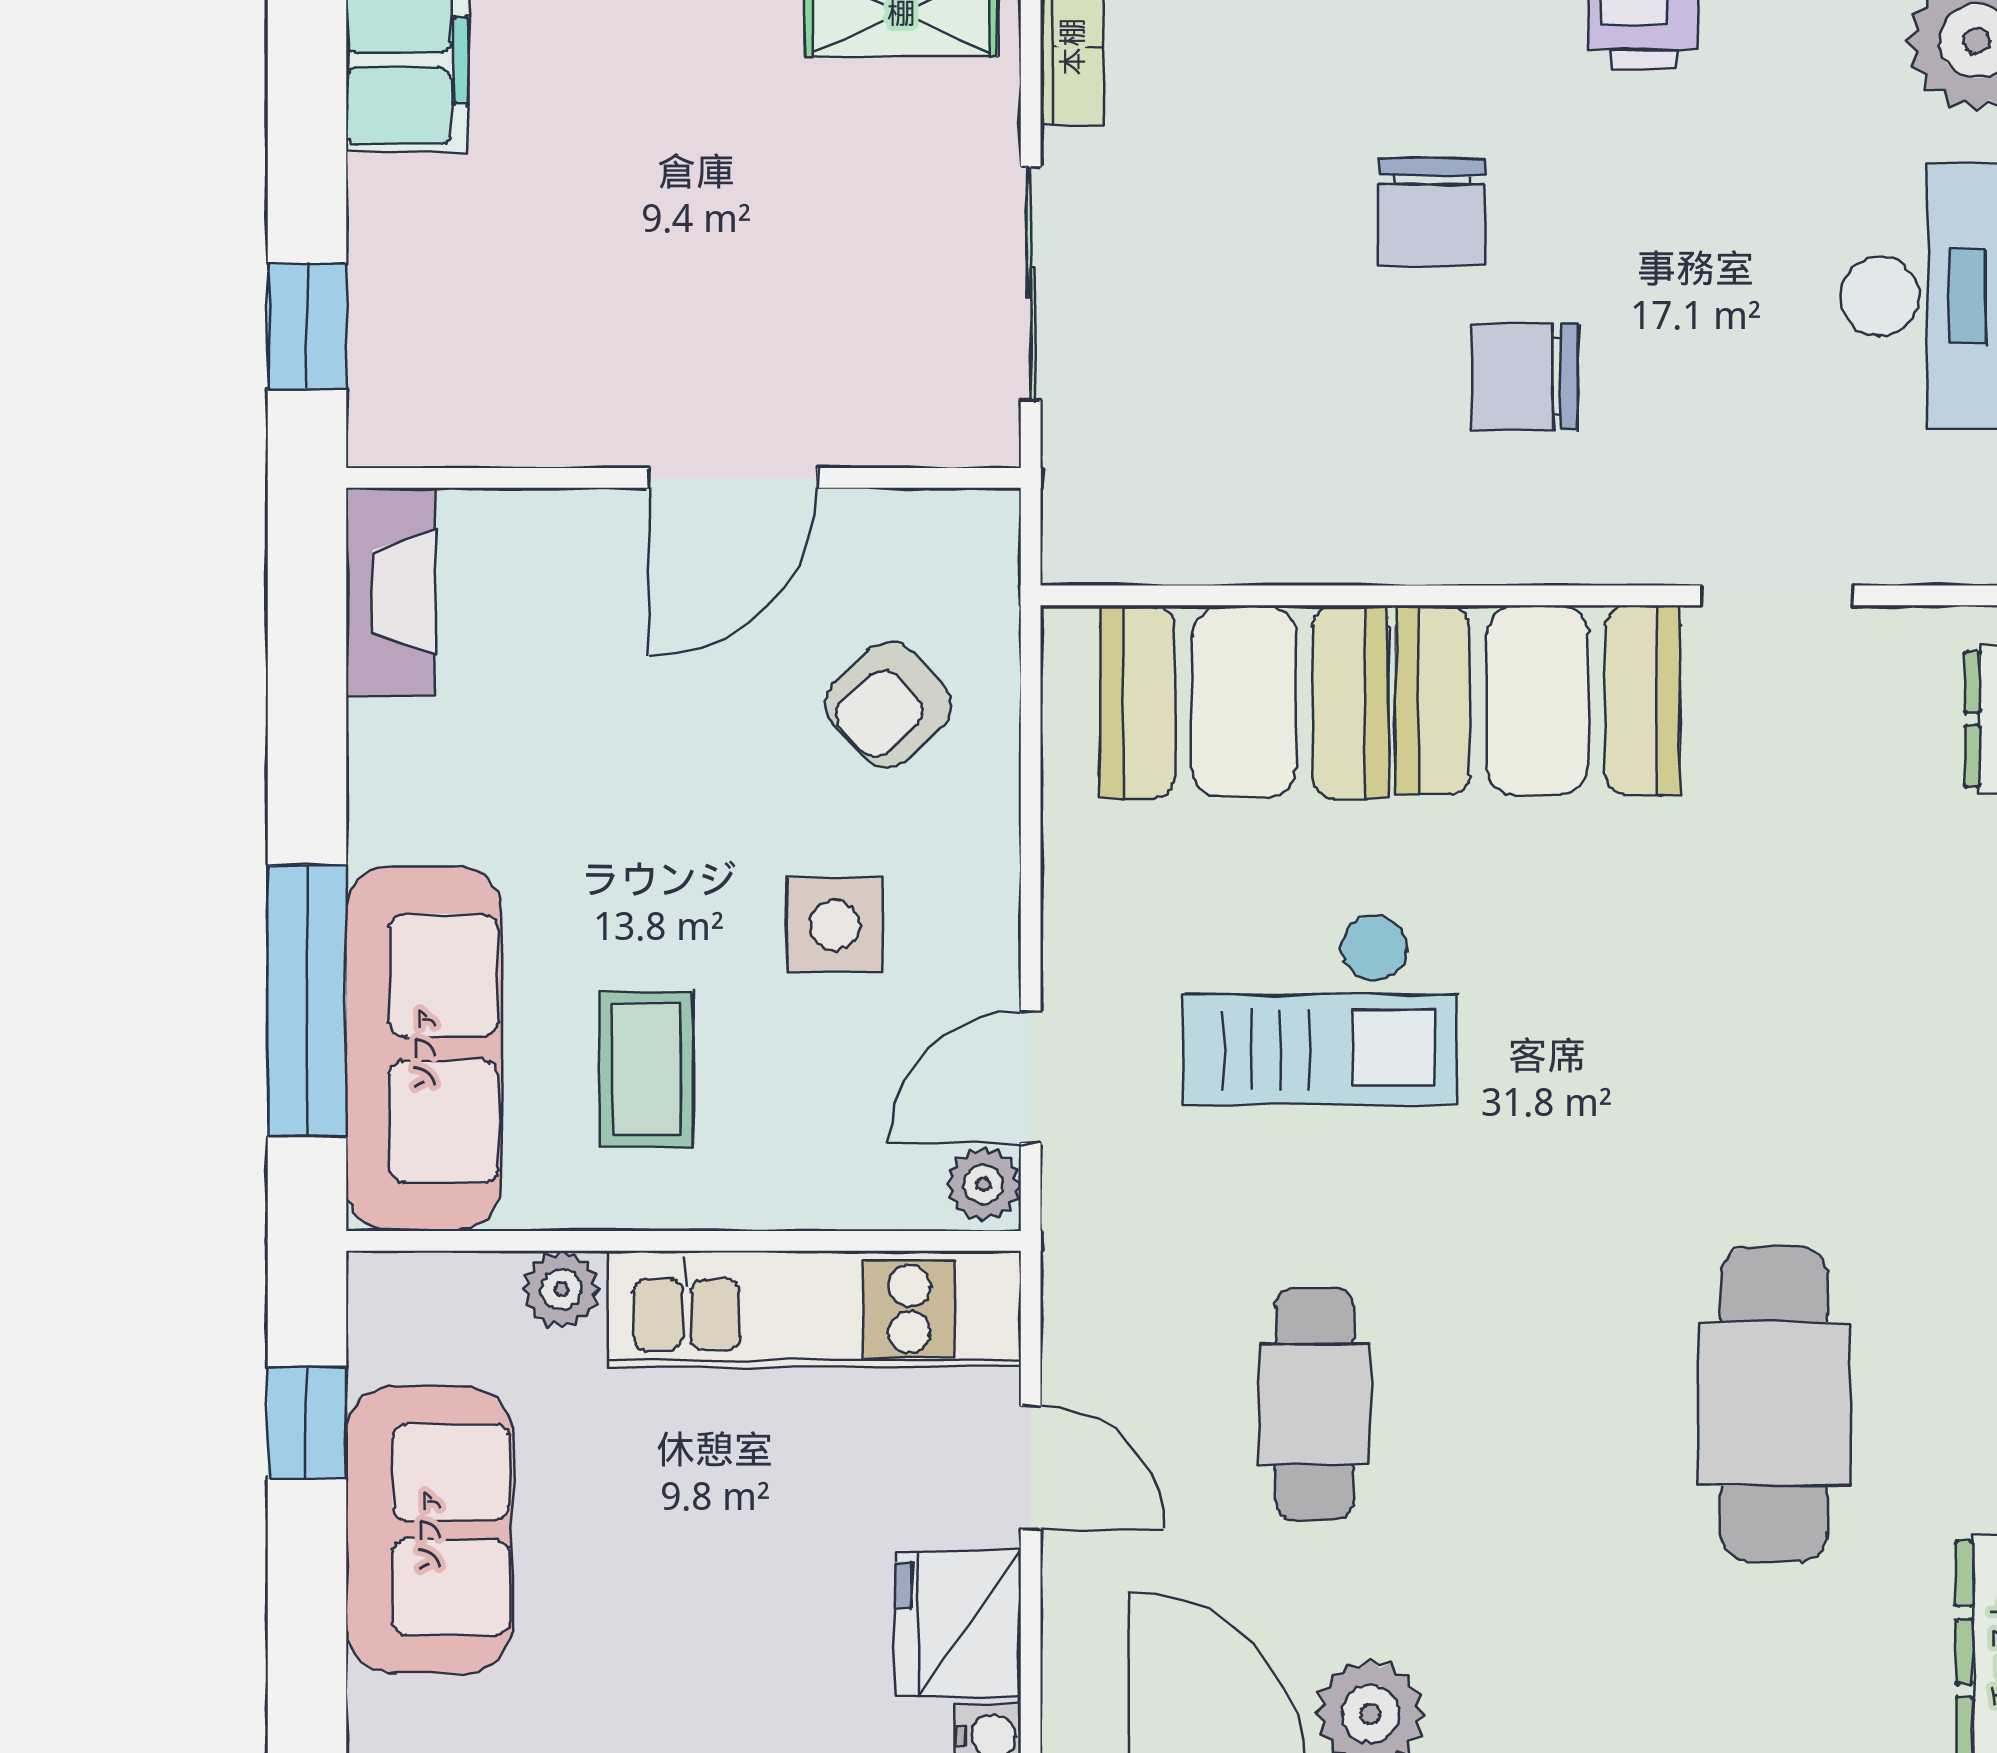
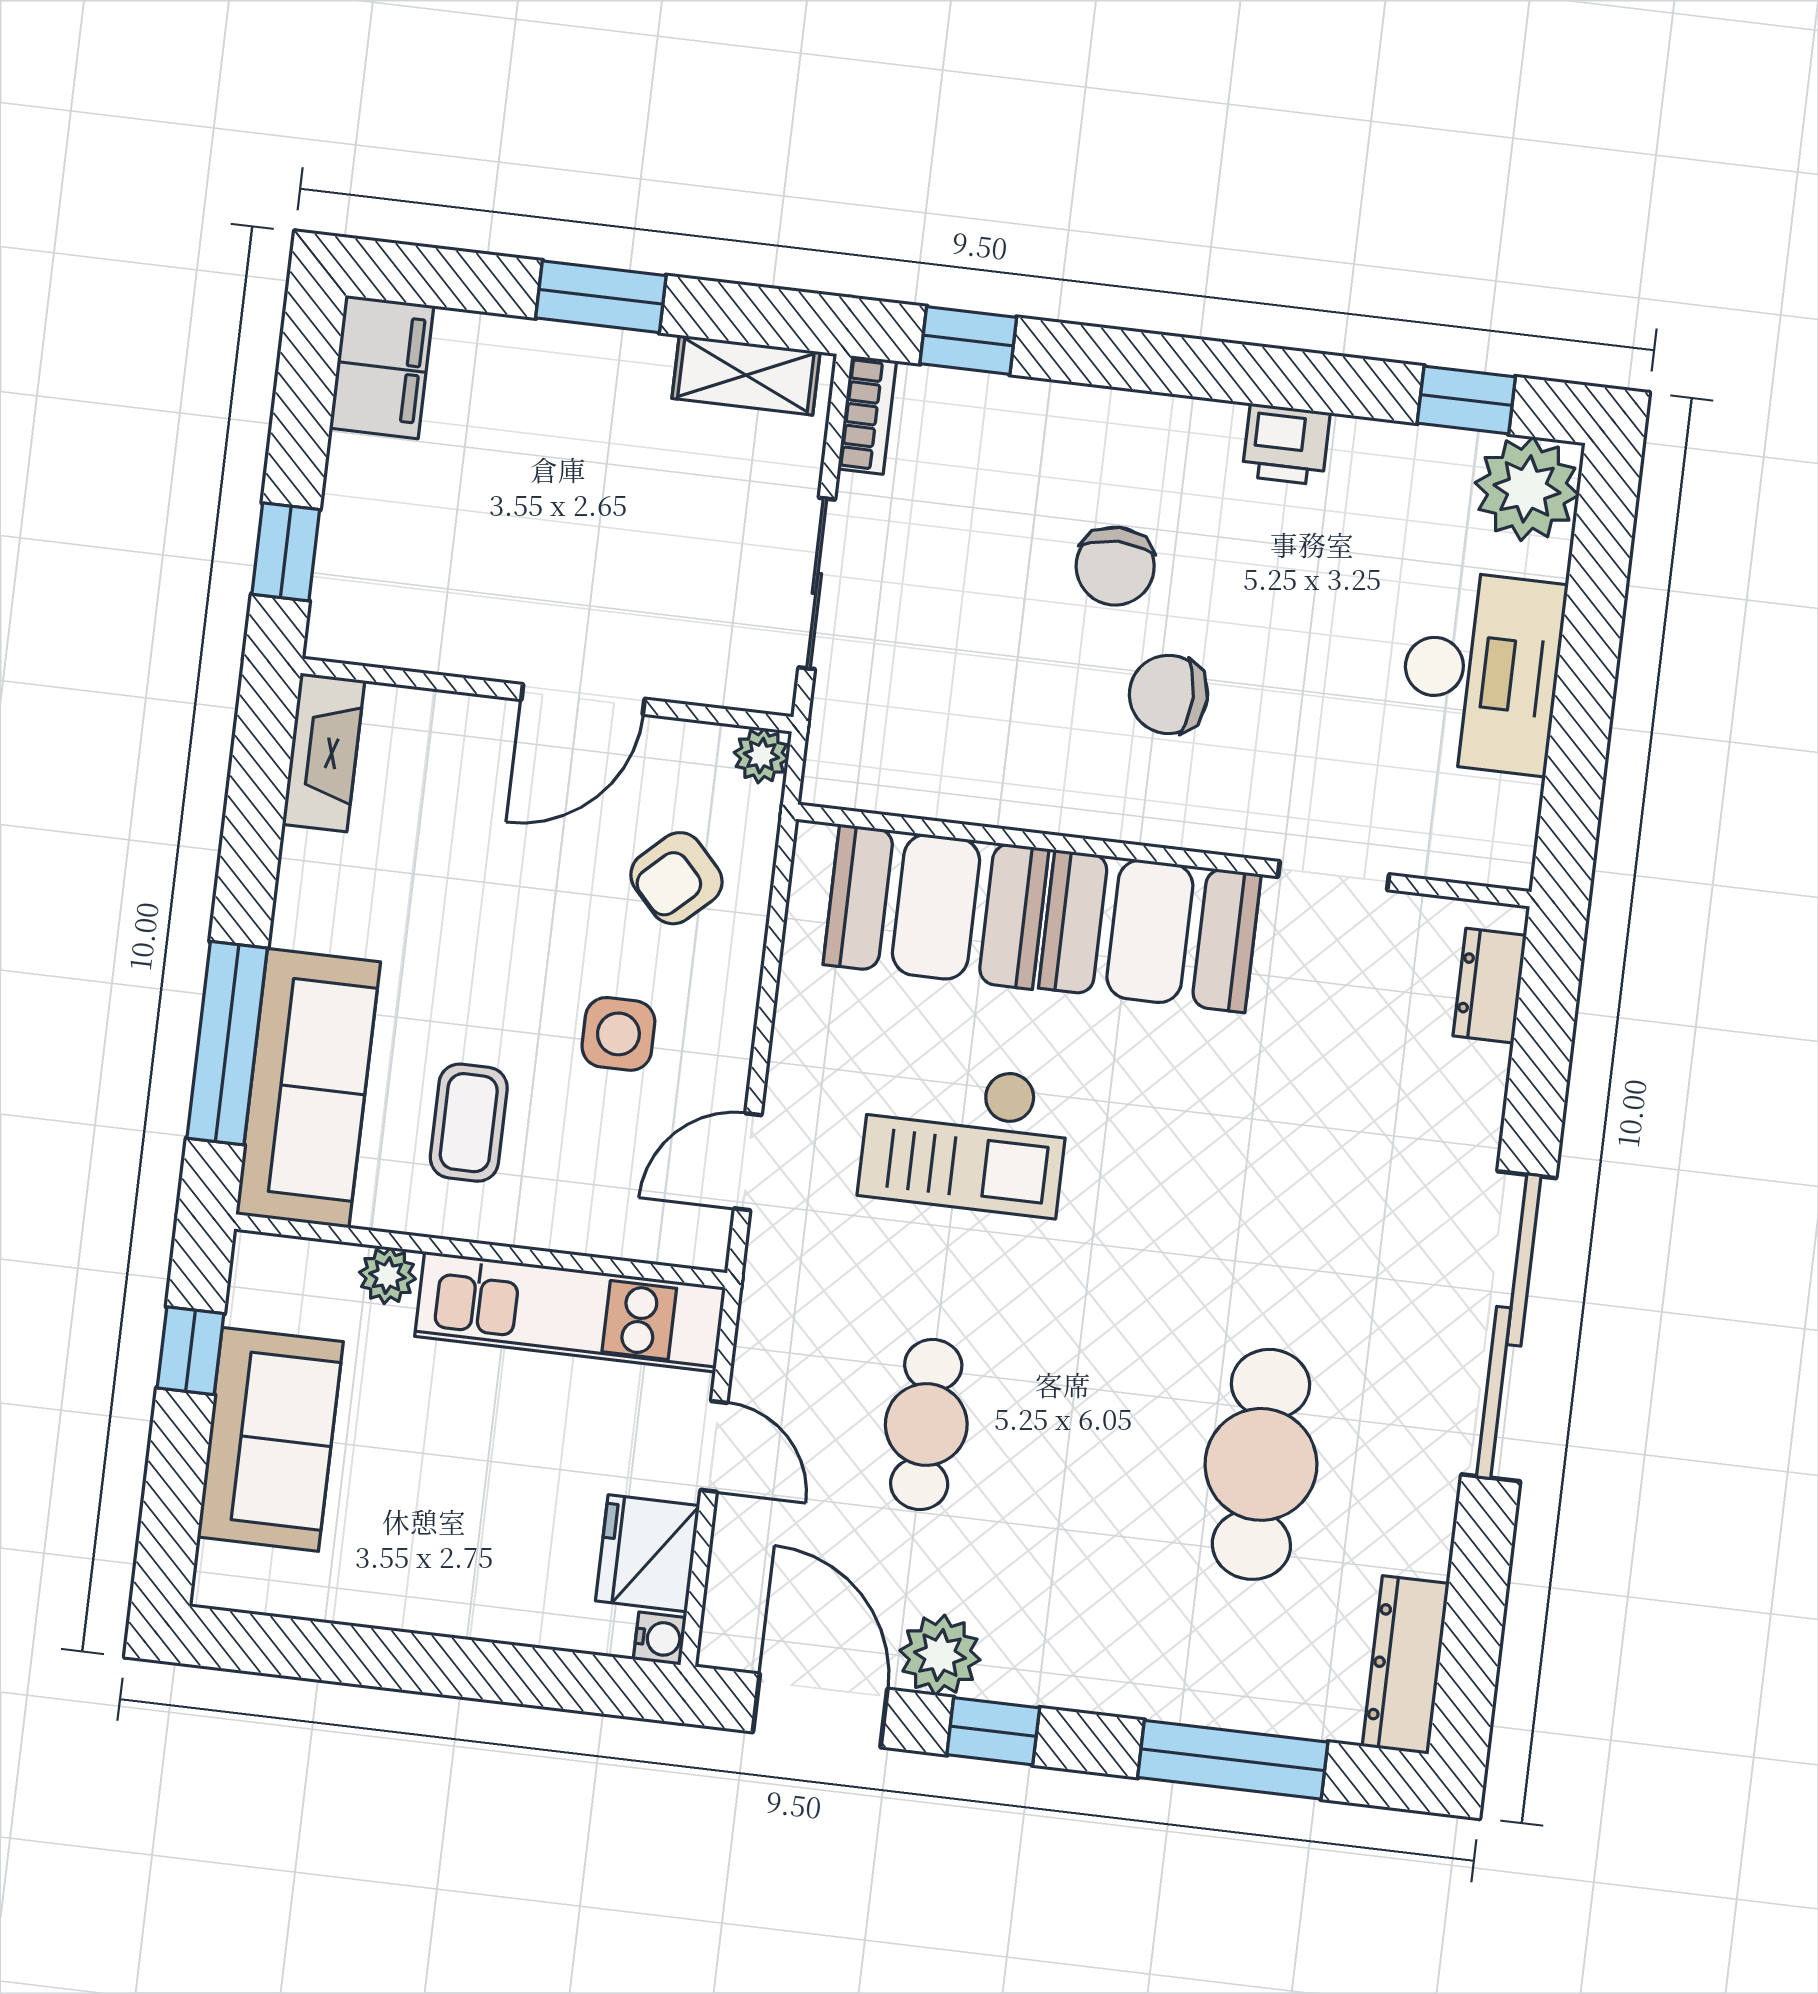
plant: (983, 1184) -> (761, 756), moved

